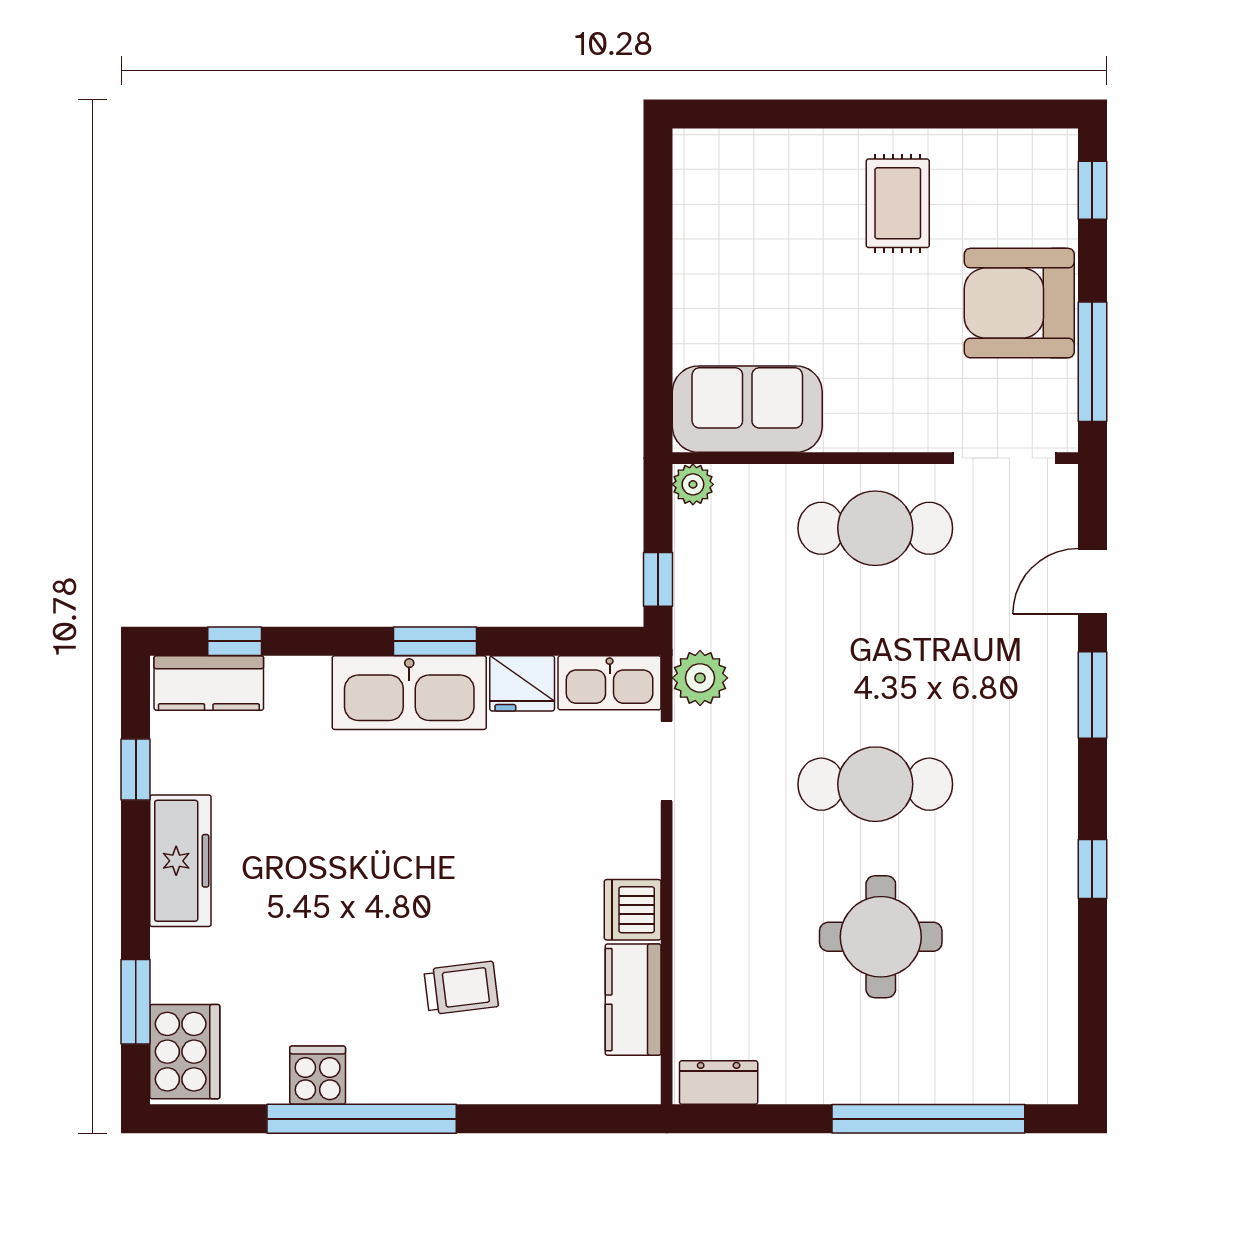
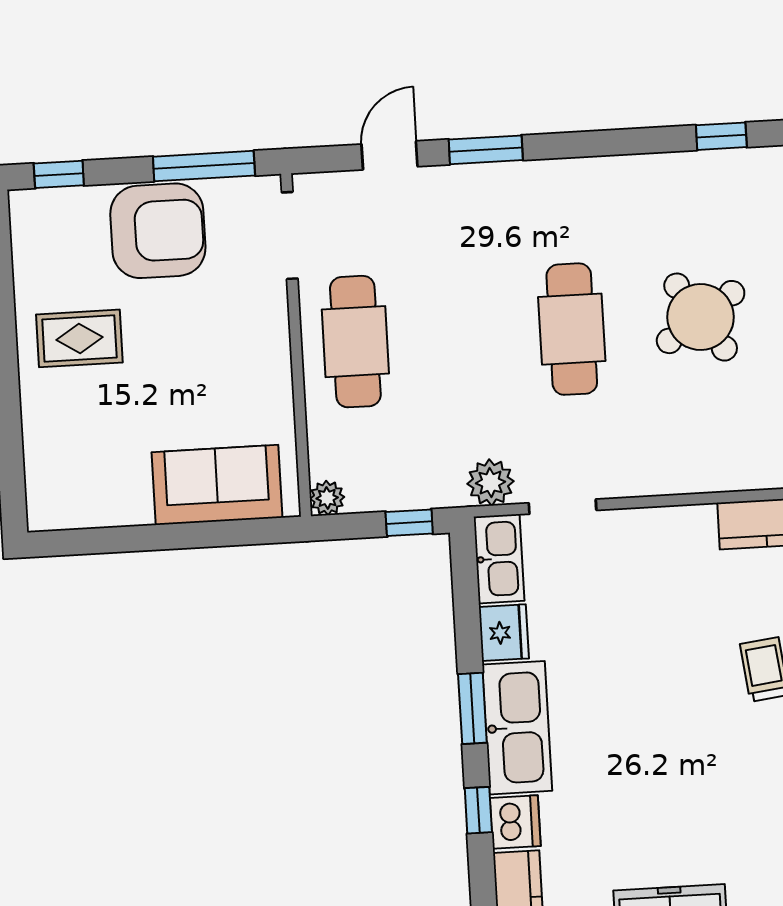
armchair: (1019, 303) -> (158, 231), turned -90
sofa: (747, 409) -> (217, 485), moved, turned 90
door: (1092, 581) -> (390, 155), swing flipped
window: (235, 641) -> (478, 810), moved
window: (1092, 869) -> (721, 136), moved
dishwasher: (633, 910) -> (515, 822), moved, turned -90
round table: (881, 937) -> (701, 317), turned -34

